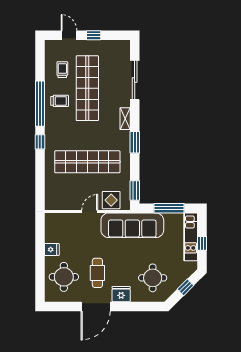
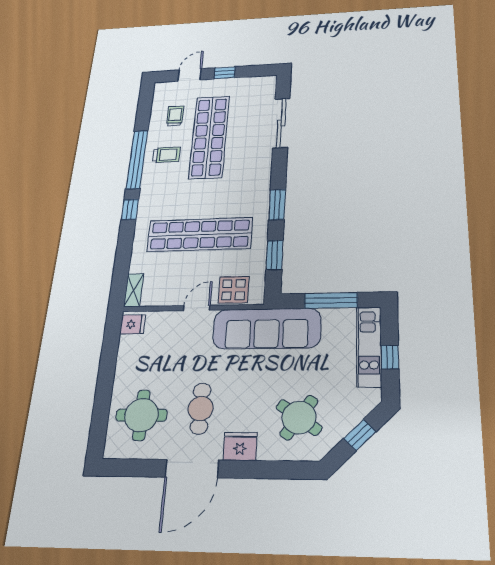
door: (69, 35) -> (190, 75), hinge flipped
shelving: (125, 119) -> (134, 290), moved
window: (135, 191) -> (275, 255), moved
fridge: (52, 249) -> (133, 324), moved
round table: (153, 278) -> (299, 417), turned 35

